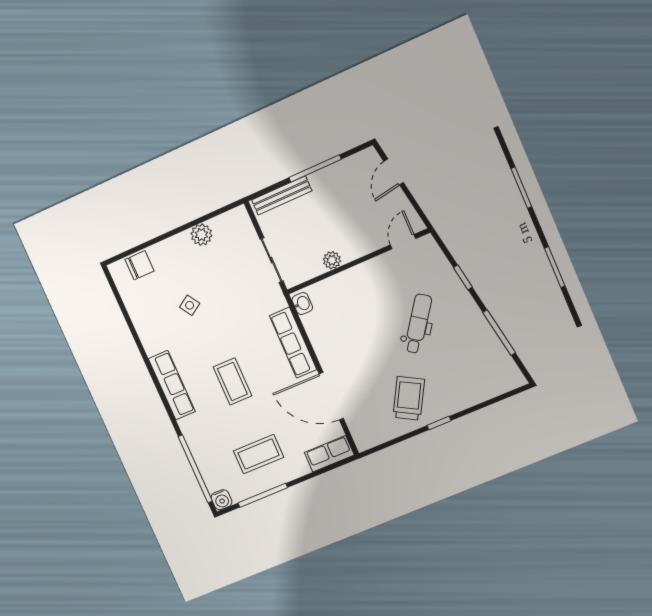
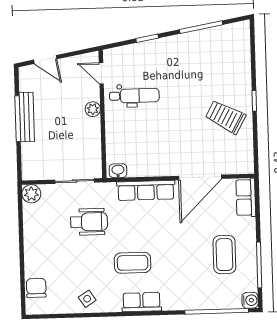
bench: (282, 195) -> (27, 117), moved
plant: (201, 235) -> (31, 194), moved
plant: (332, 260) -> (93, 109), moved
wheelchair: (234, 294) -> (89, 222), added
side table: (190, 305) -> (87, 299), moved
dental chair: (418, 324) -> (134, 96), moved, turned 145
coffee table: (232, 381) -> (133, 263), moved
row of seats: (172, 385) -> (142, 302), width x0.68

